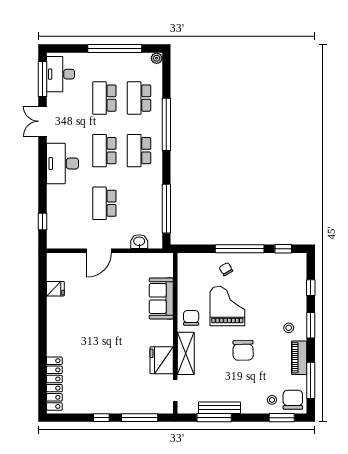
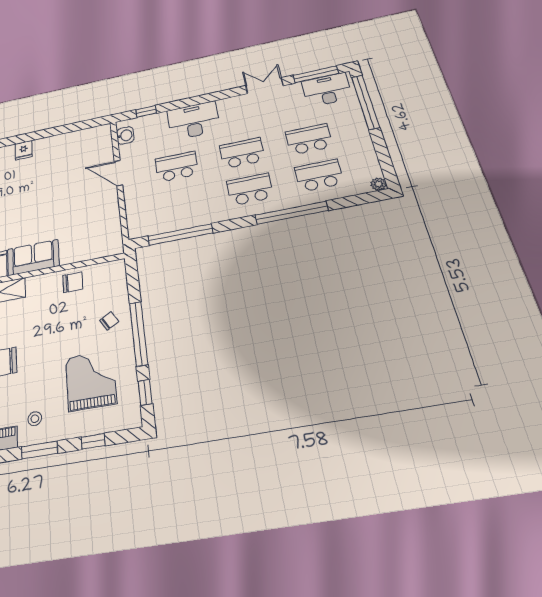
window: (115, 48) -> (365, 102), moved
desk: (63, 164) -> (193, 121), moved
washbasin: (139, 242) -> (125, 135), moved
fridge: (55, 289) -> (24, 150), moved
sofa: (161, 299) -> (33, 258), moved
grand piano: (227, 306) -> (91, 380), moved, turned -90
chair: (191, 318) -> (73, 282), moved

